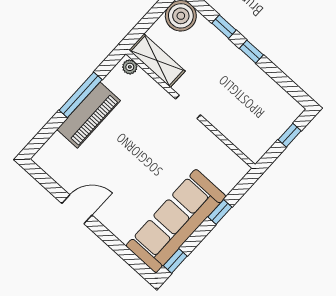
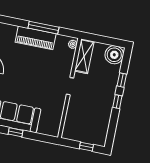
window: (220, 212) -> (15, 132), moved

